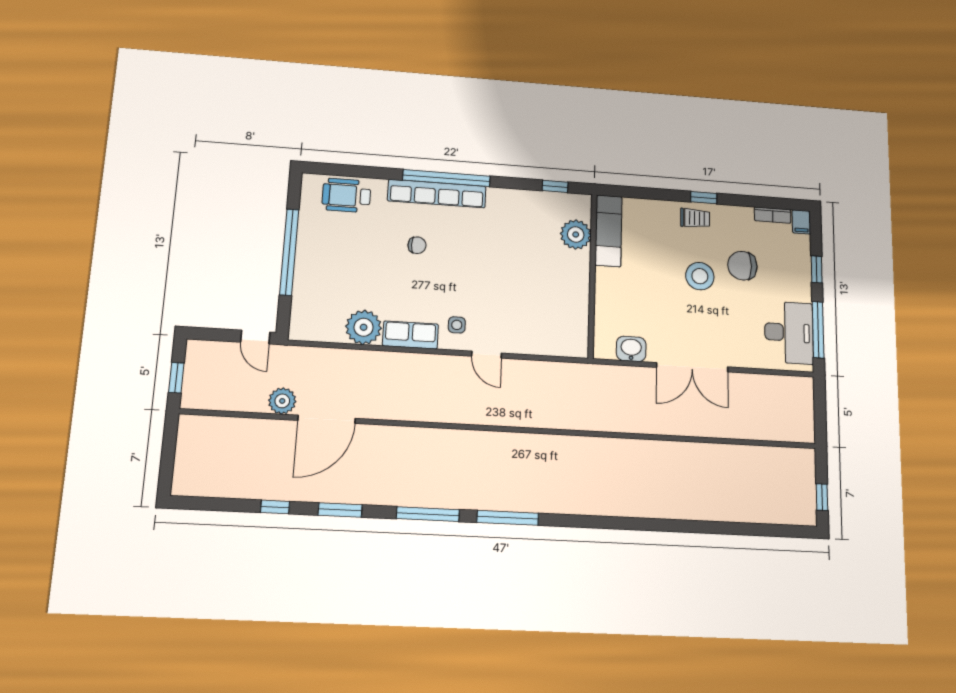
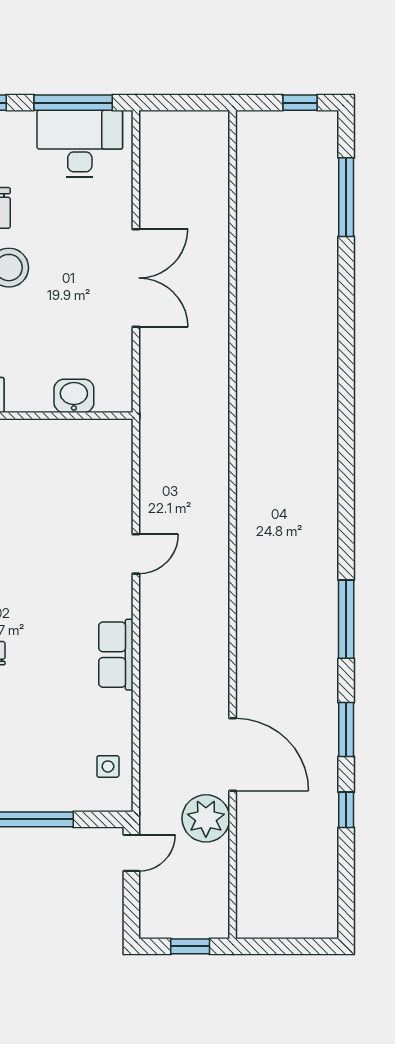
side table: (457, 325) -> (108, 766), moved
plant: (364, 327) -> (109, 716), removed
washbasin: (631, 349) -> (74, 396), moved, turned 90
plant: (282, 401) -> (206, 818), width x1.36, depth x1.36
window: (508, 518) -> (346, 197), moved

